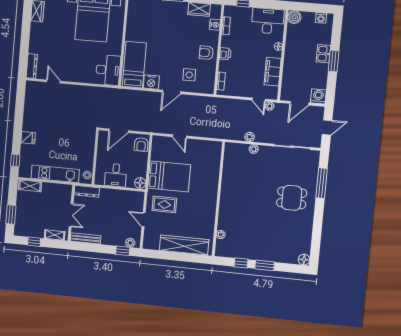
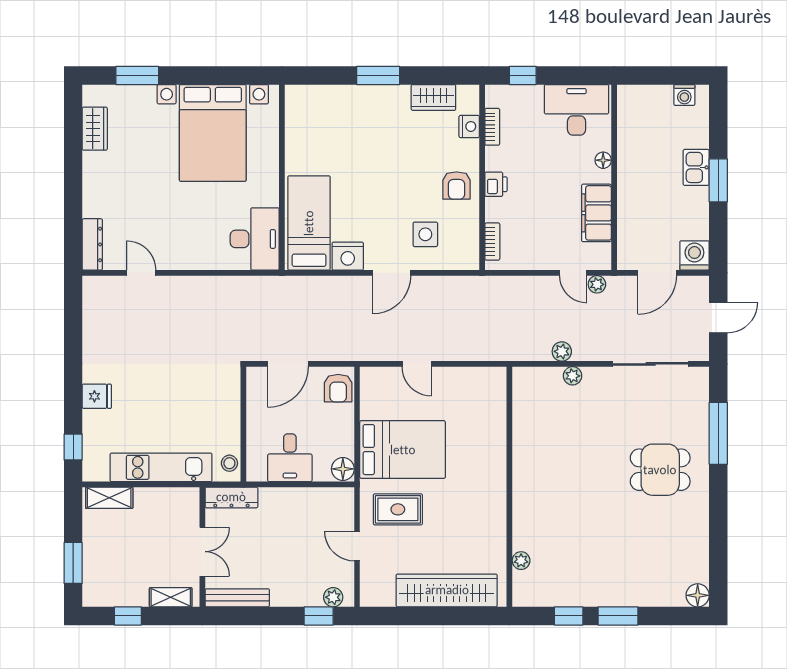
boiler: (294, 17) -> (630, 98), removed
armchair: (206, 53) -> (456, 185), turned -90

